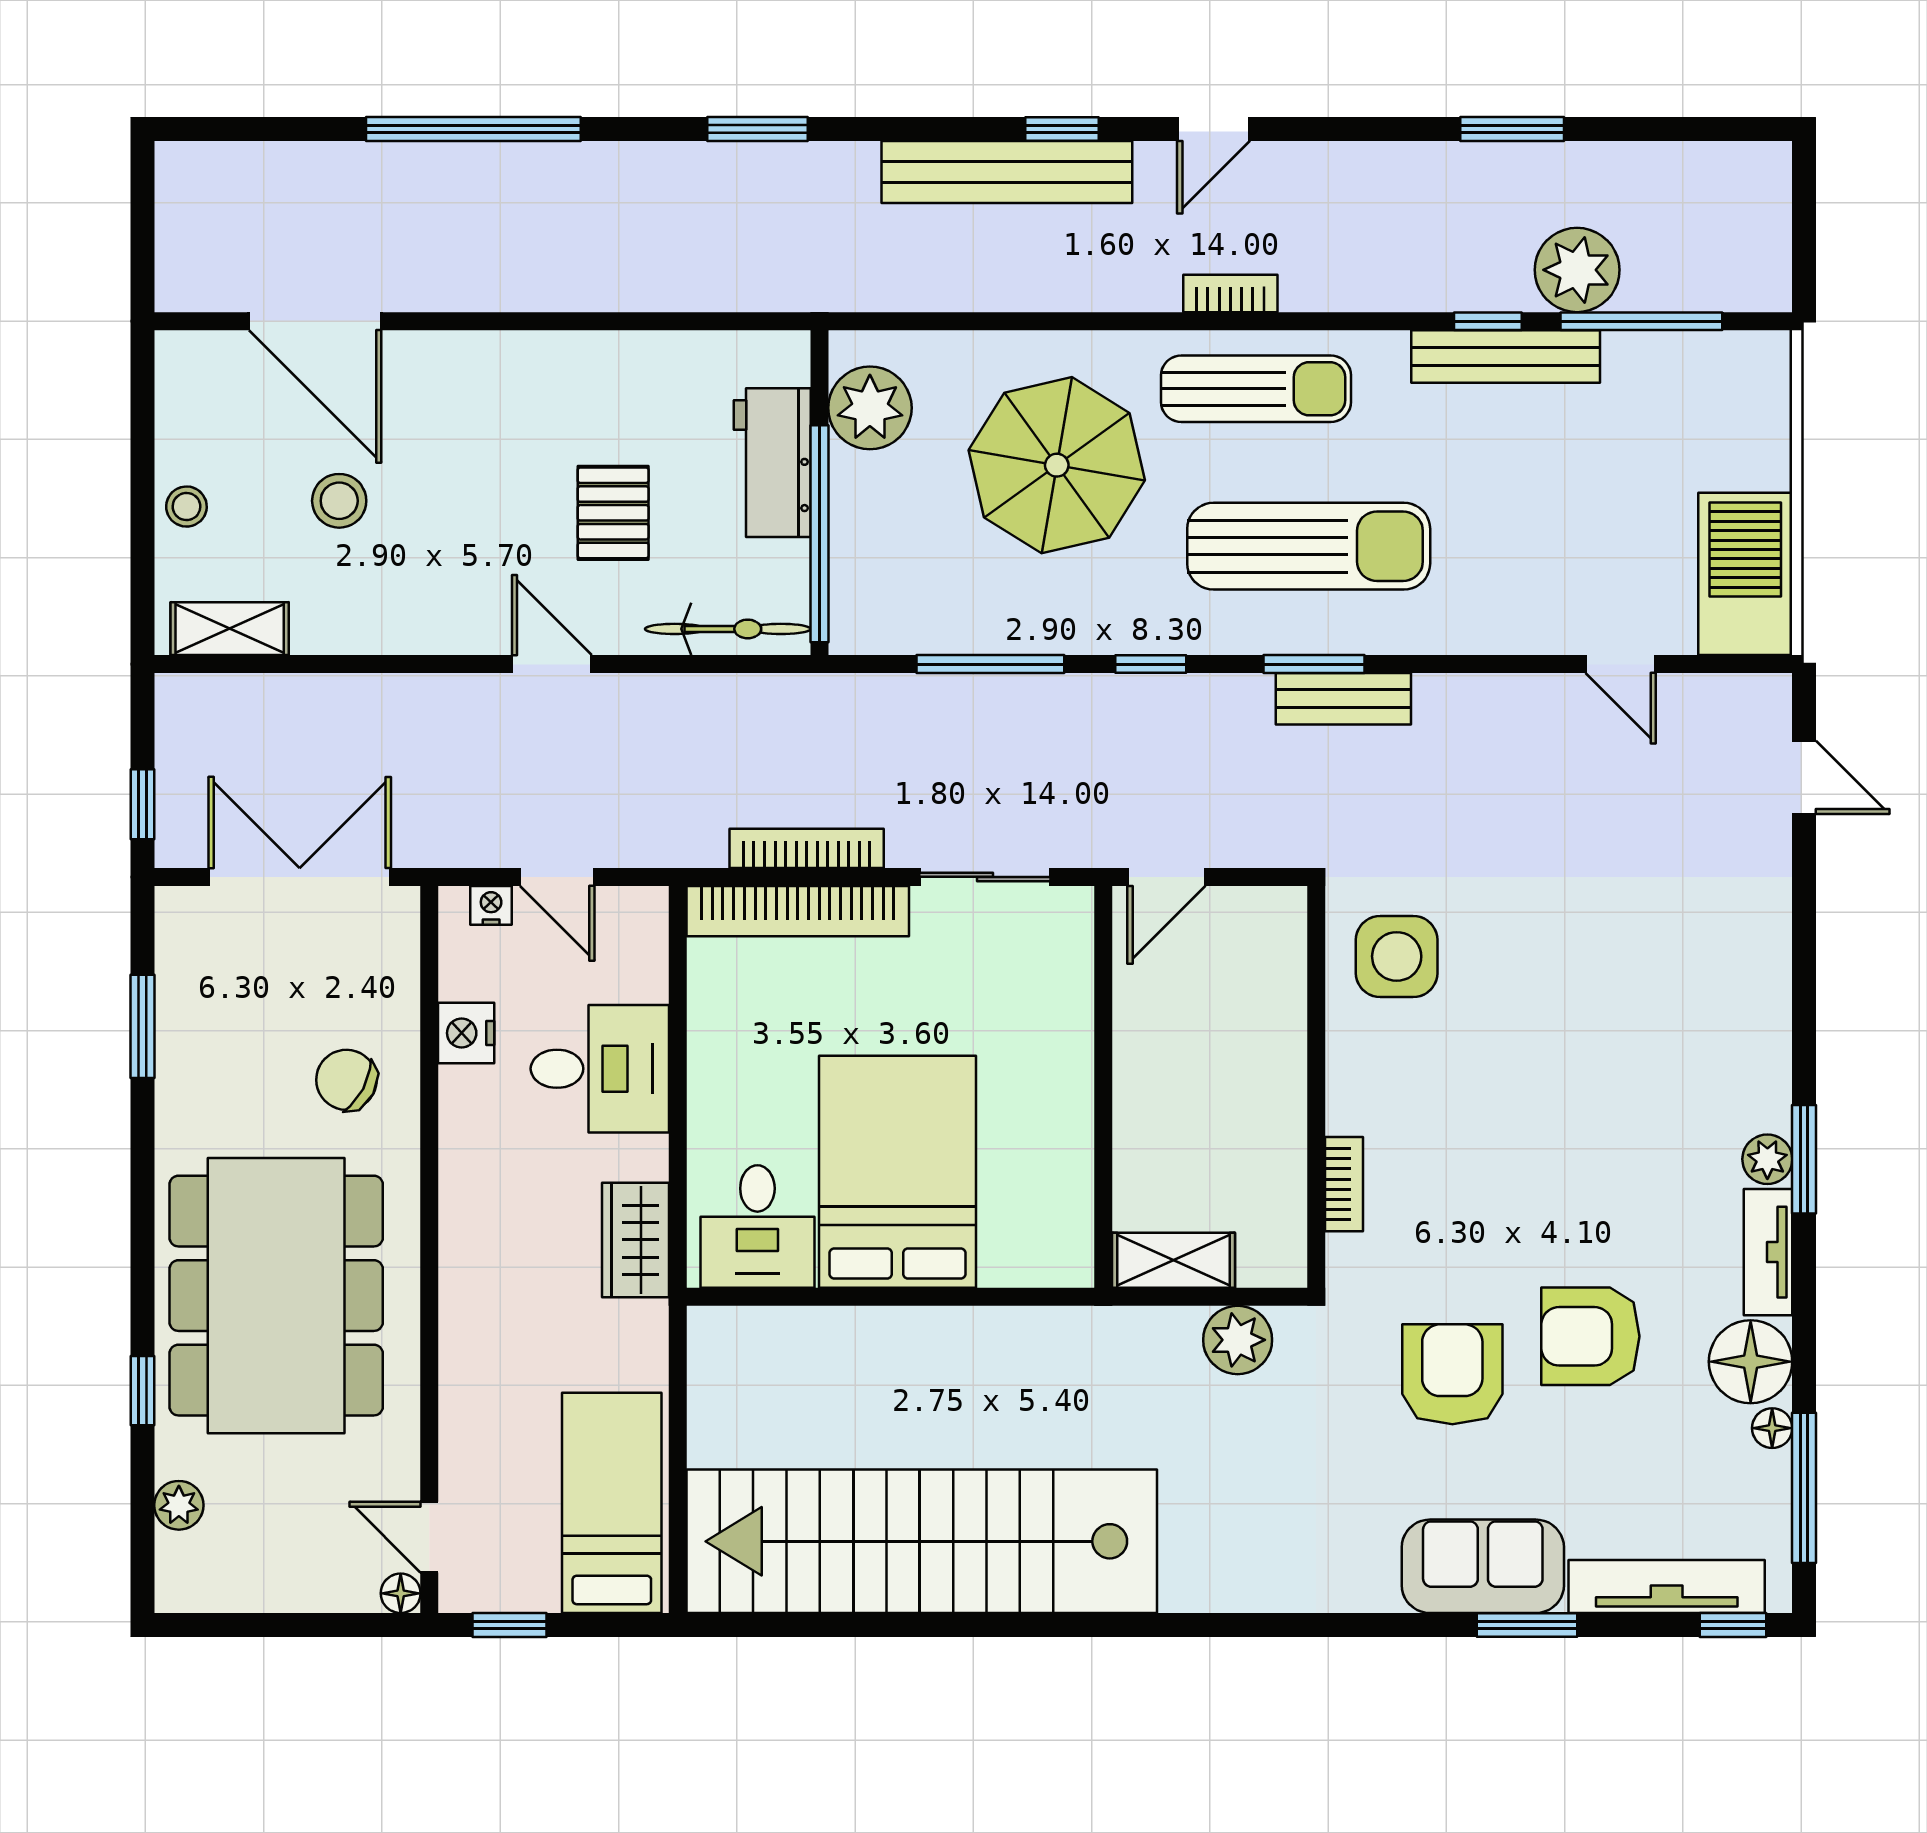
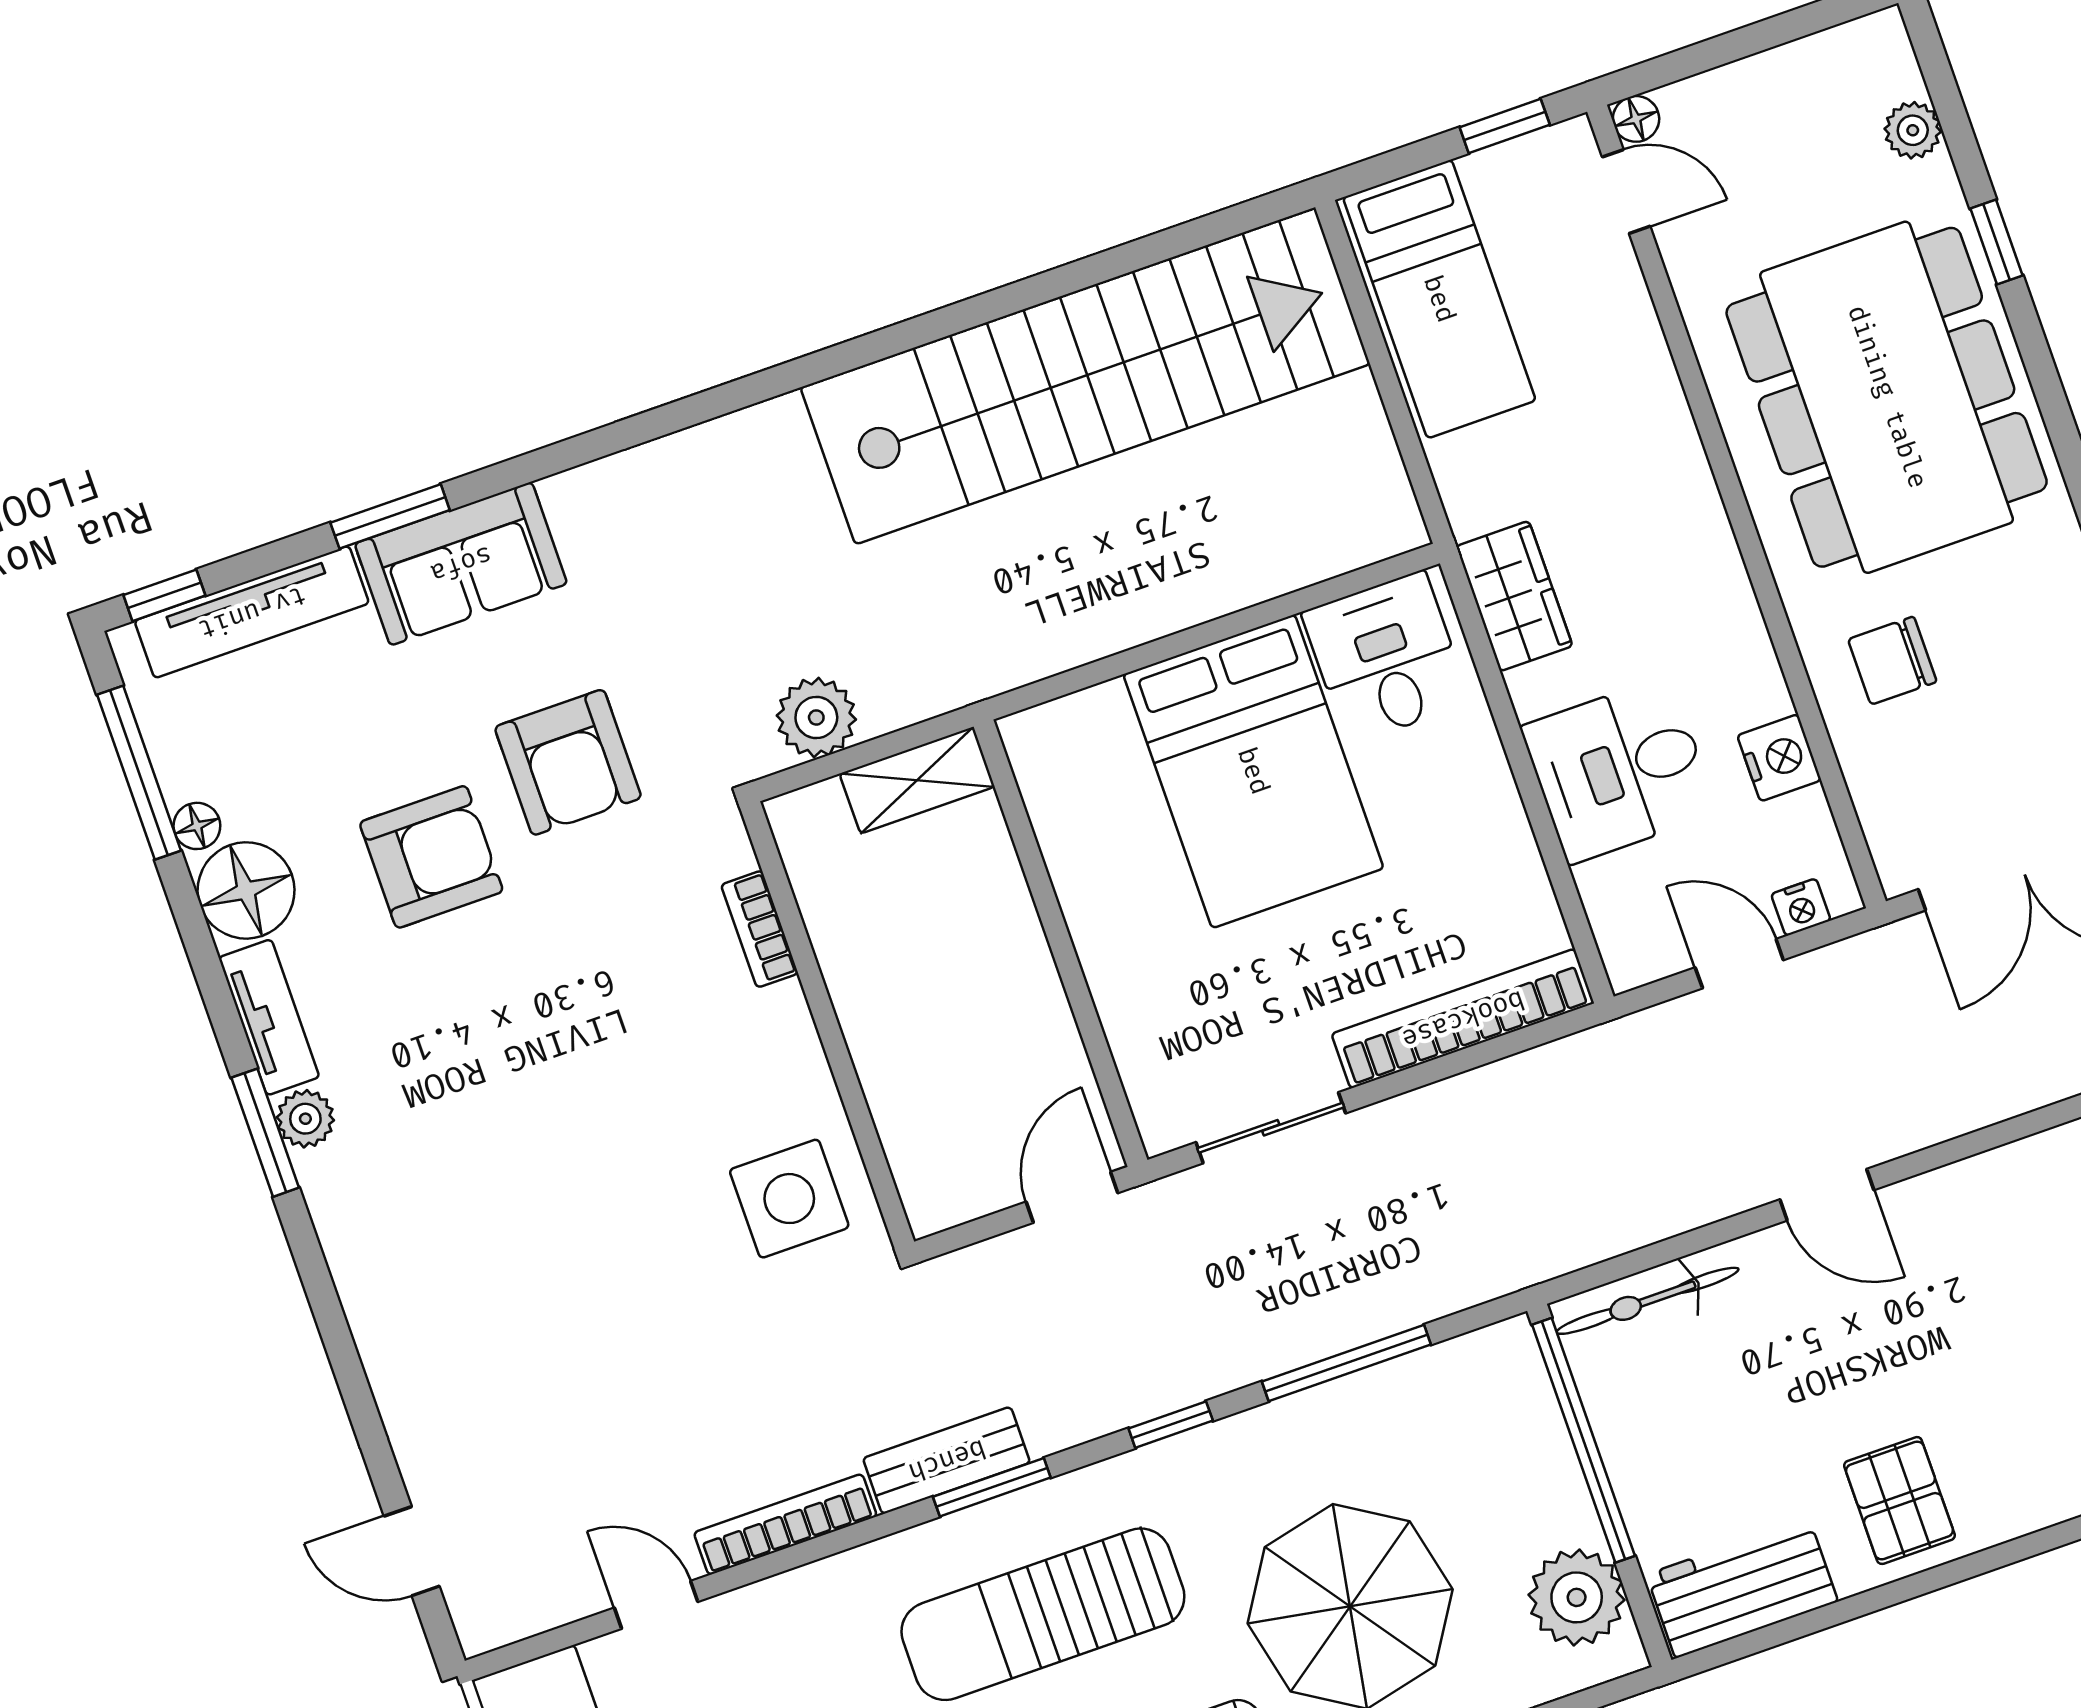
workbench: (772, 463) -> (1742, 1588), moved, turned -90
pallet: (613, 513) -> (1899, 1501), moved
bookcase: (807, 848) -> (785, 1524), moved, turned 180
chair: (346, 1080) -> (1892, 661), turned 152

